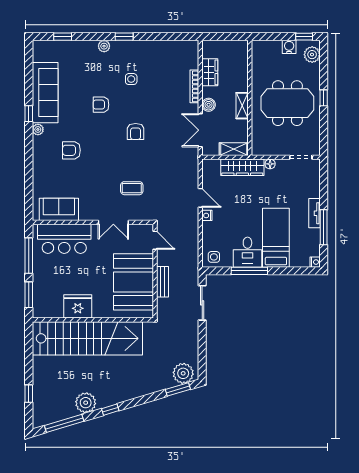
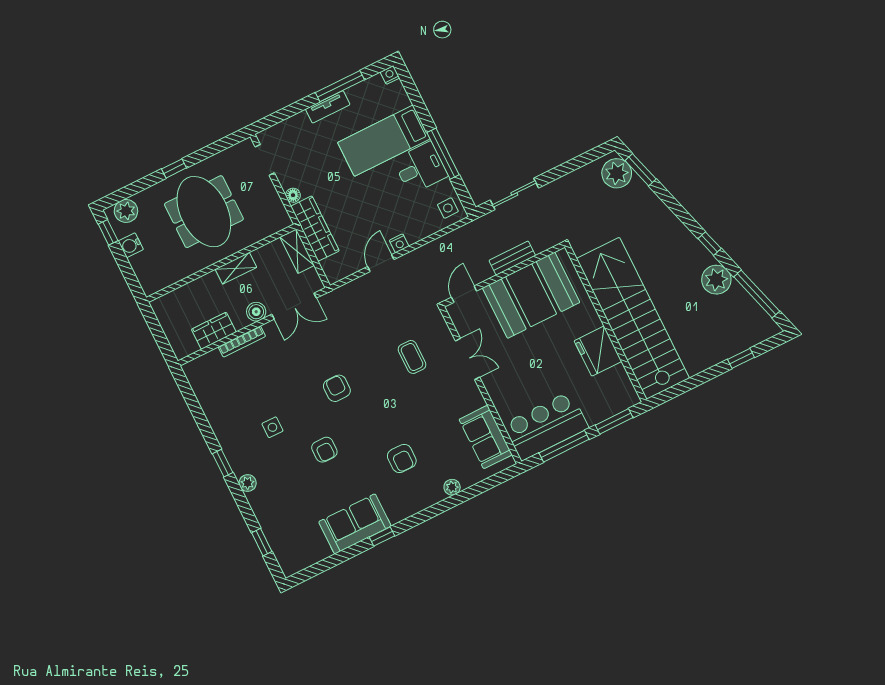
sofa: (45, 93) -> (355, 524), width x0.73
plant: (38, 129) -> (452, 487), moved
armchair: (136, 131) -> (337, 388), turned -90
bar counter: (64, 239) -> (546, 426), moved, turned -90

